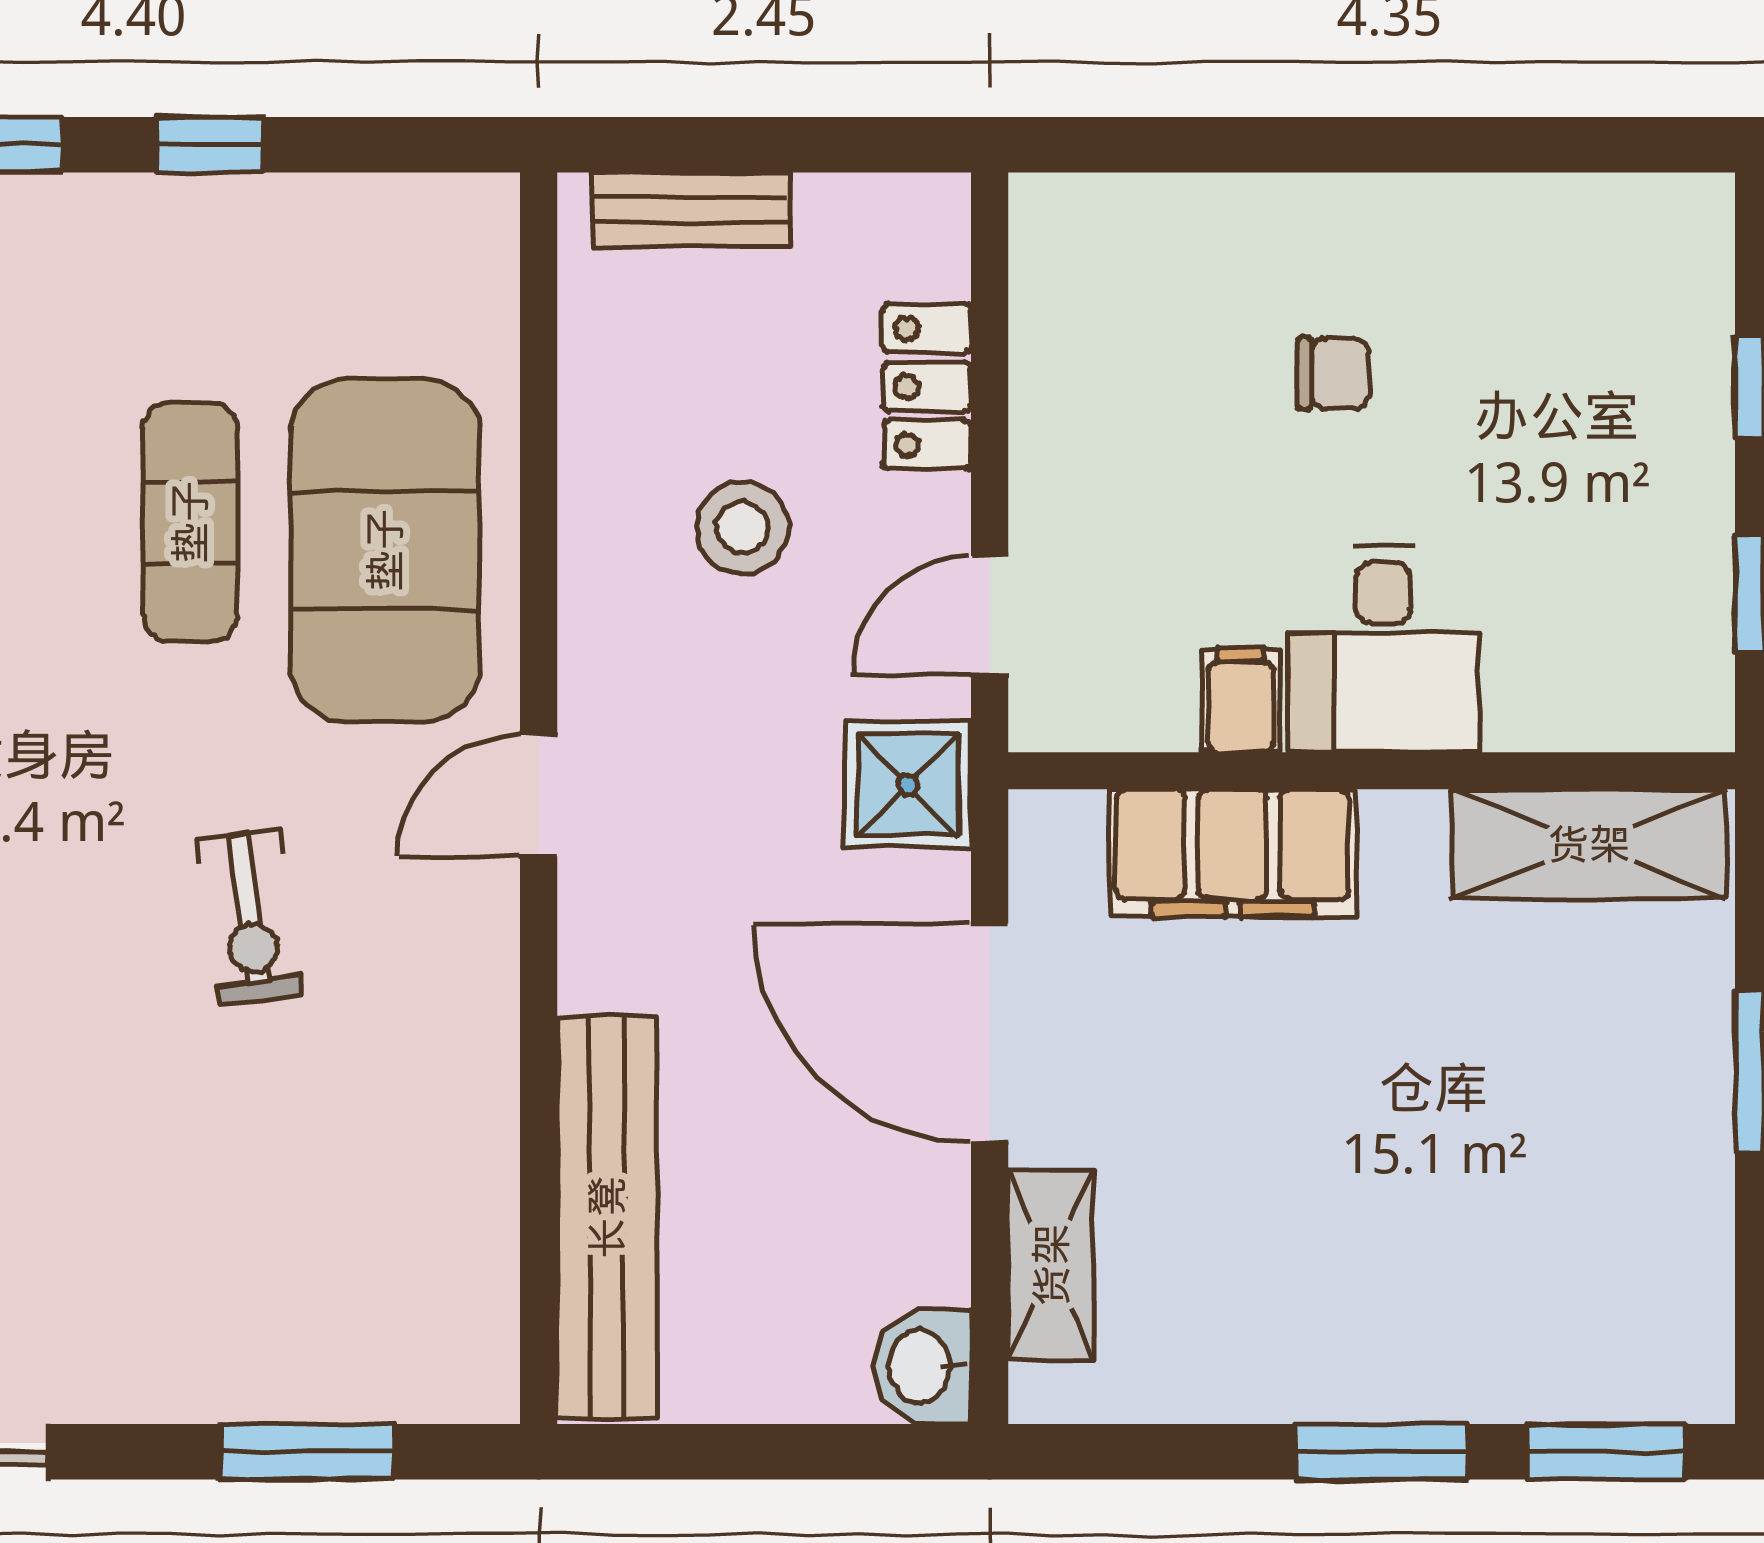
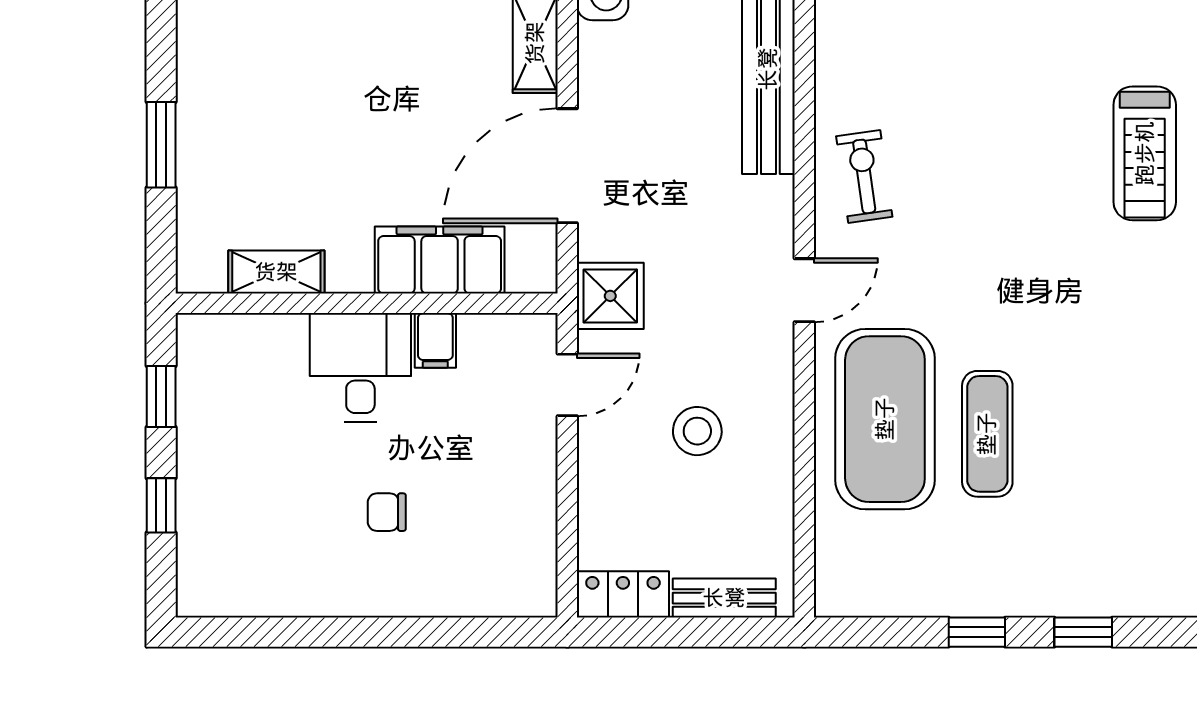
locker: (927, 387) -> (623, 594), moved, turned -90
shelving: (1589, 844) -> (276, 272), width x0.67, depth x0.75
exercise bike: (249, 918) -> (864, 176), moved
door: (990, 1032) -> (567, 166), swing flipped

